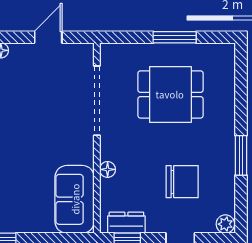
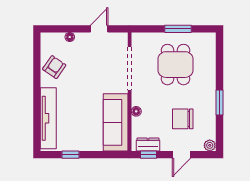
dining table: (170, 94) -> (175, 65), turned 90
chair: (182, 182) -> (183, 119), turned 180
sofa: (75, 199) -> (116, 122), width x1.36

